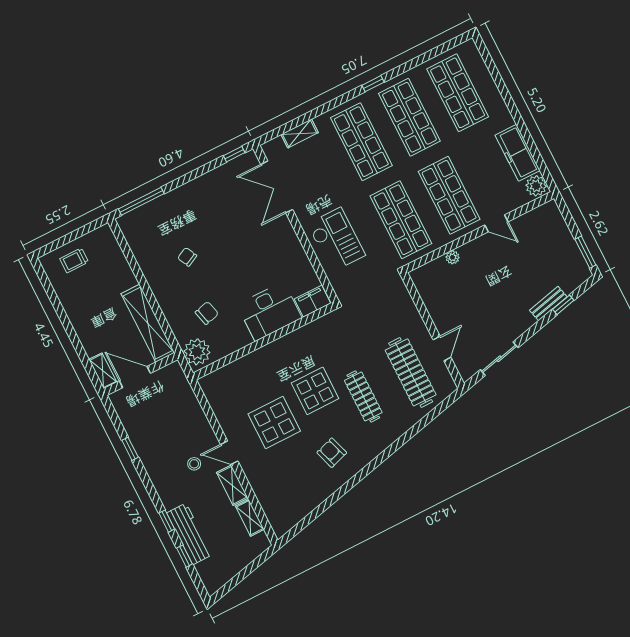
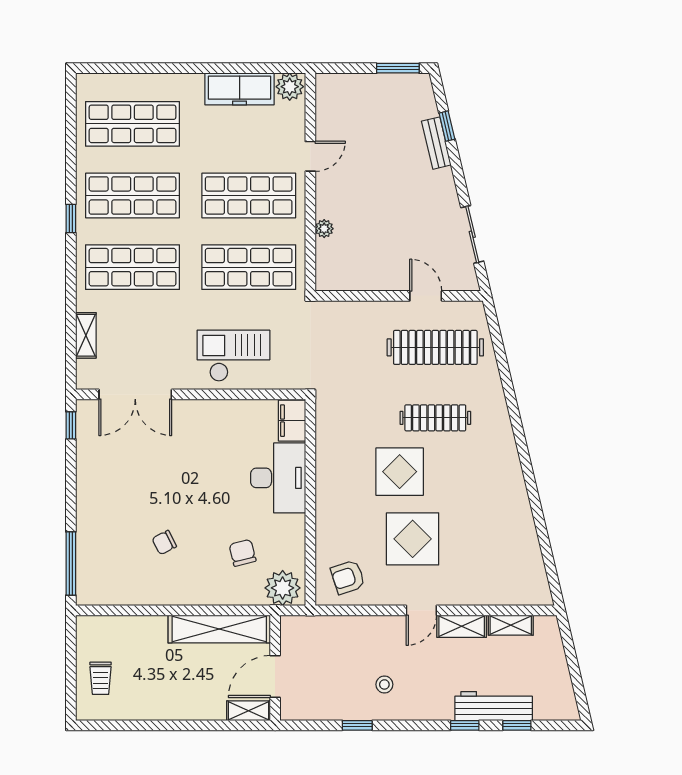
armchair: (332, 453) -> (348, 577), moved
stool: (194, 464) -> (384, 684), moved

